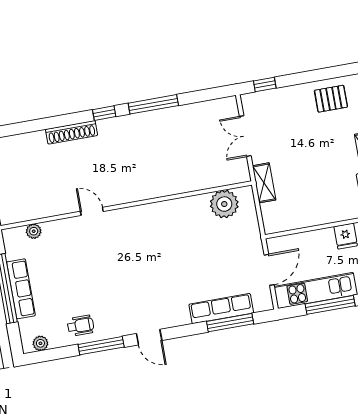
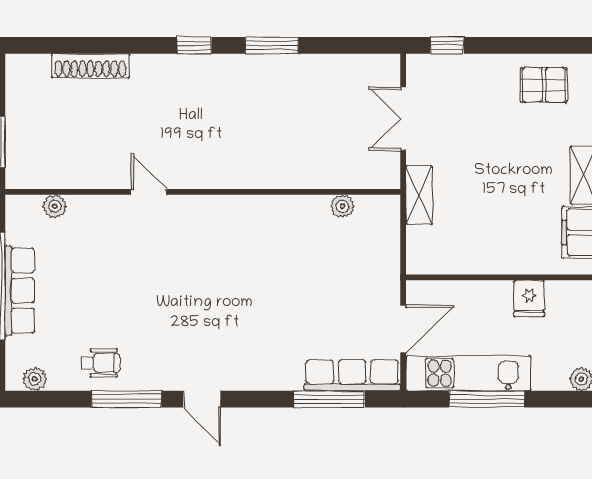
window: (153, 104) -> (272, 45), width x0.69
shoe rack: (72, 132) -> (90, 66), moved
plant: (224, 204) -> (342, 206), width x0.53, depth x0.53
row of seats: (221, 309) -> (352, 375), moved

